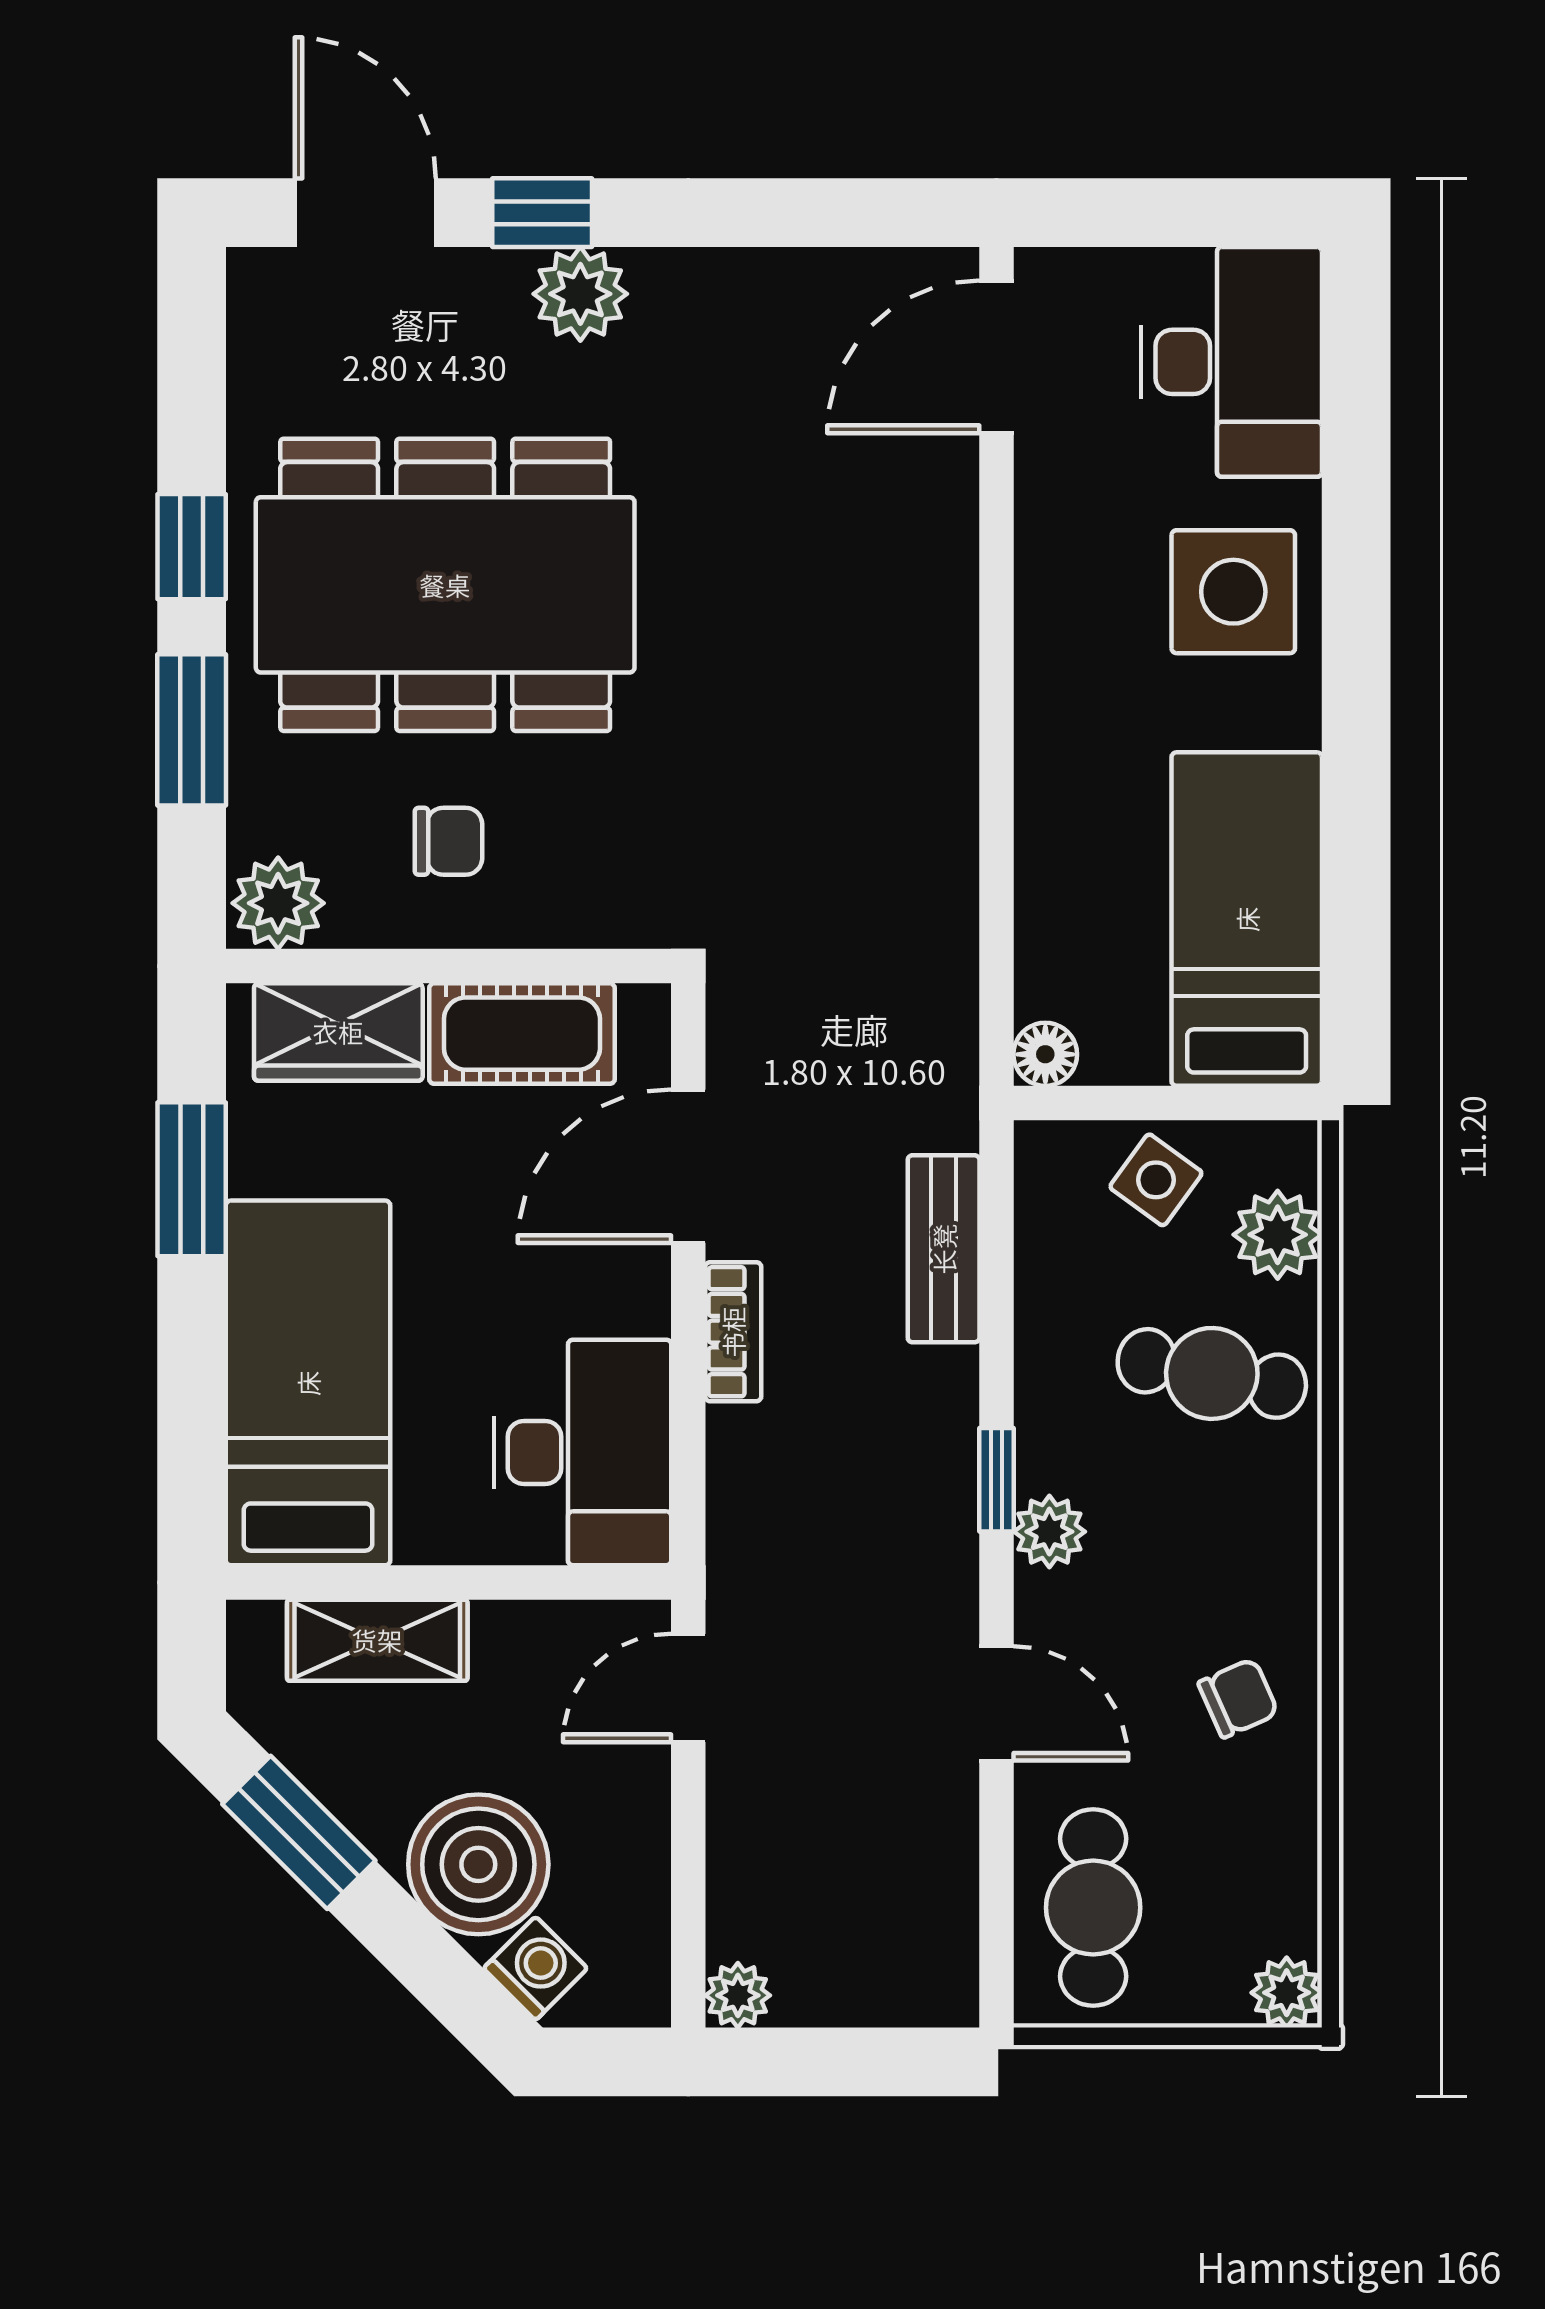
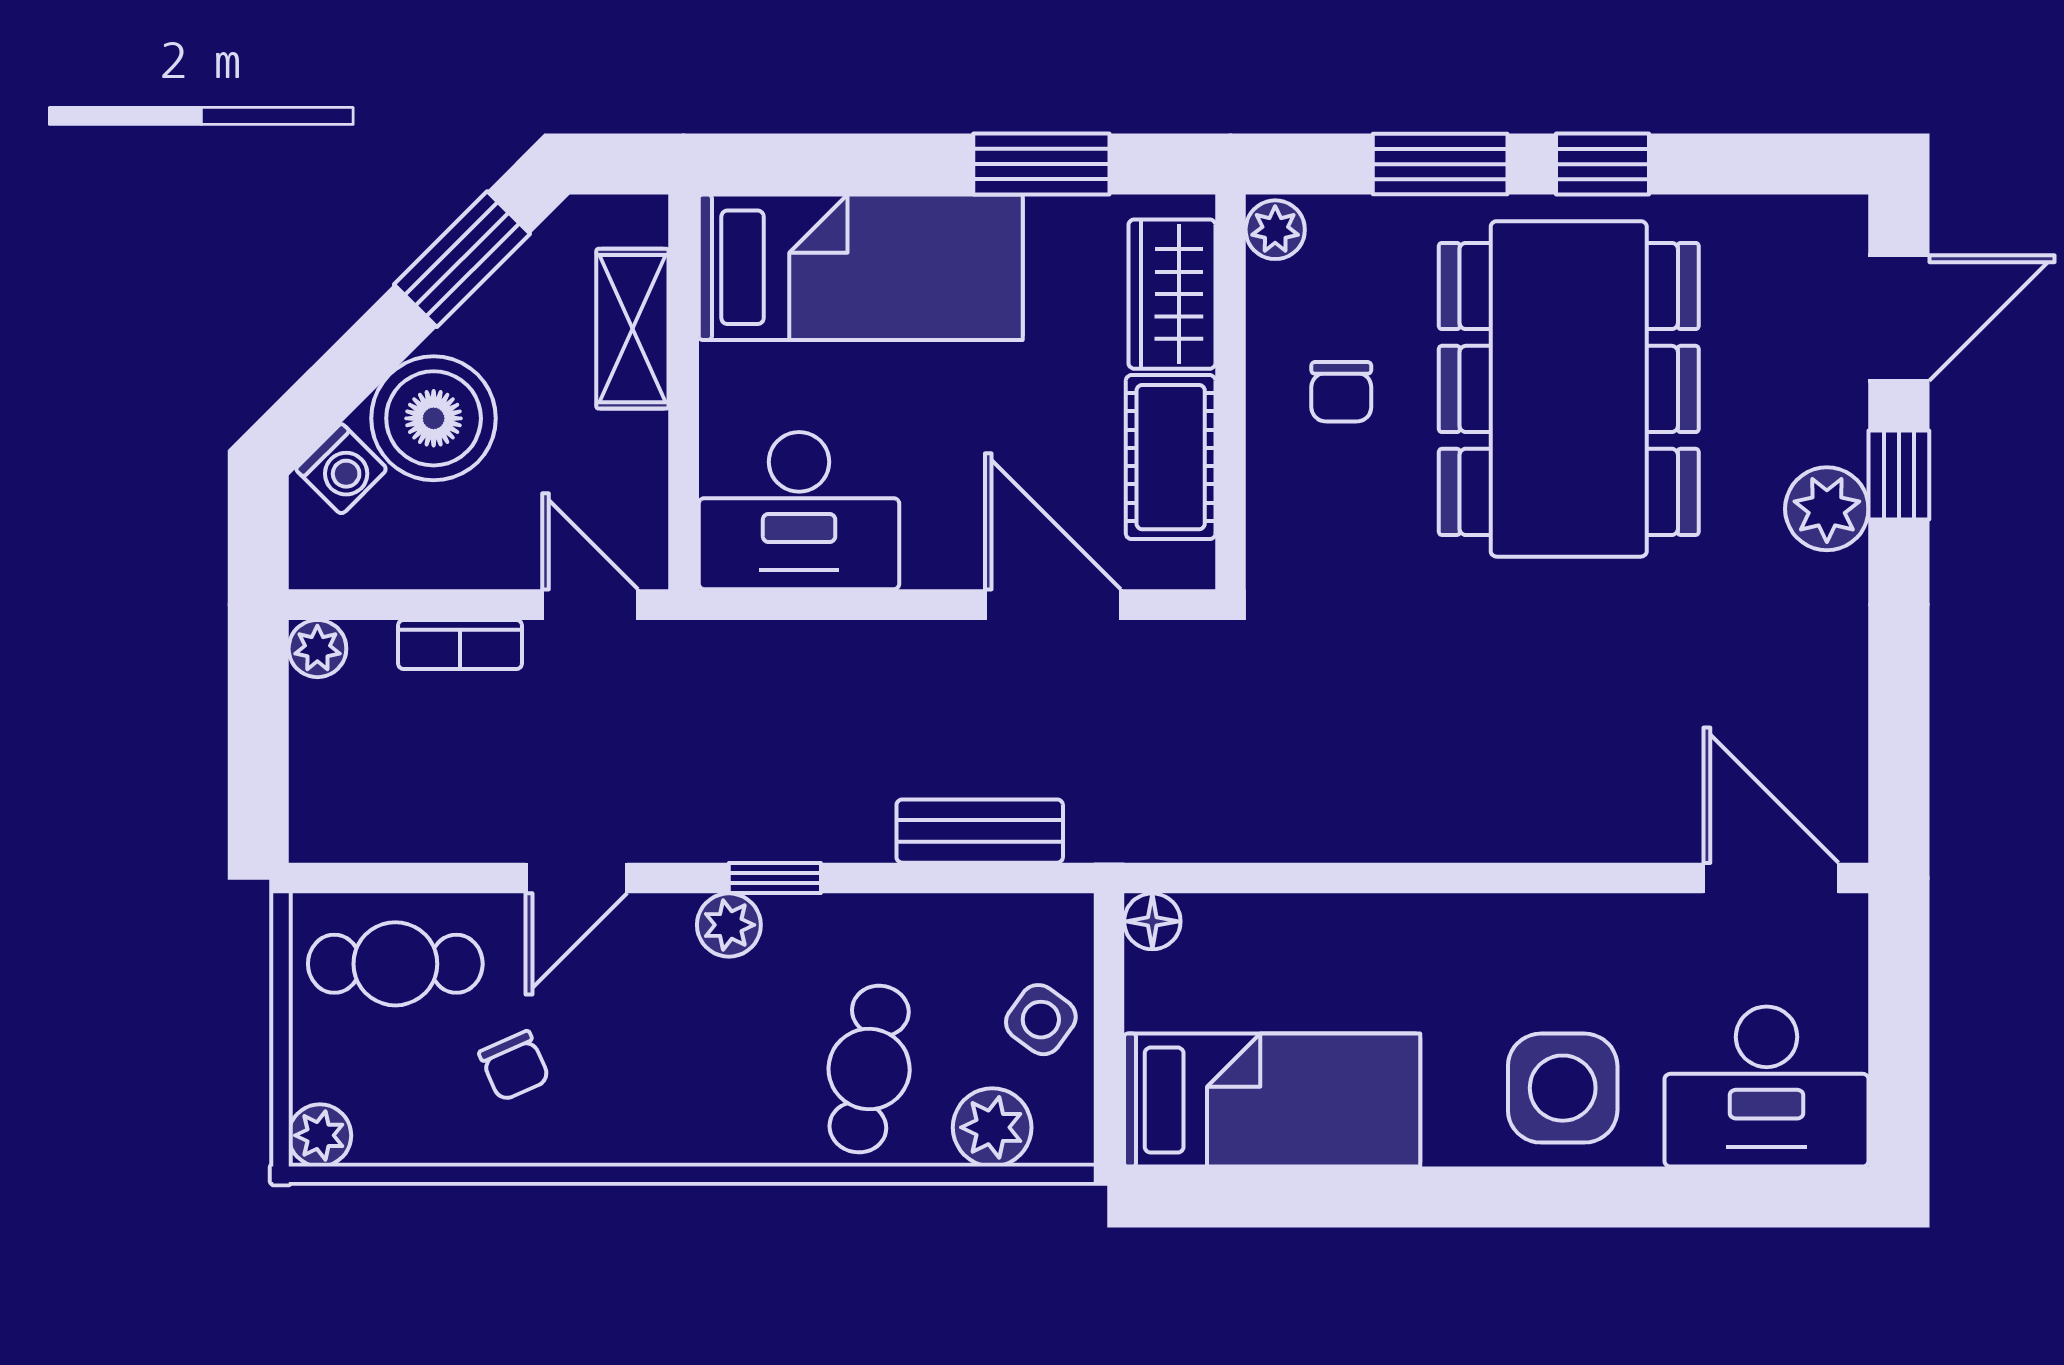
plant: (278, 903) -> (1275, 230), width x0.73, depth x0.73
bookcase: (733, 1332) -> (460, 644), moved
chair: (1238, 1698) -> (514, 1066), moved

